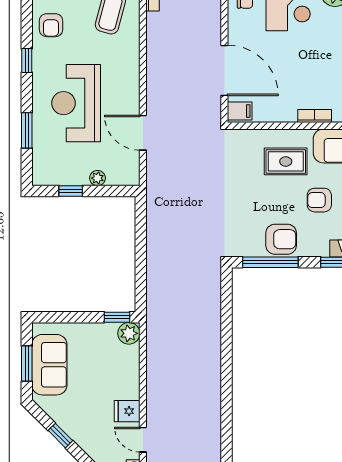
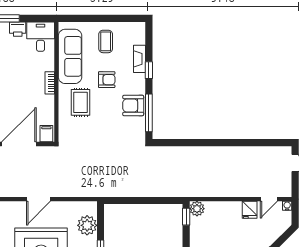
door: (143, 133) -> (38, 199), moved
plant: (97, 178) -> (87, 225), width x1.87, depth x1.87
armchair: (319, 200) -> (107, 80), turned -90
armchair: (281, 239) -> (133, 105), turned -90

